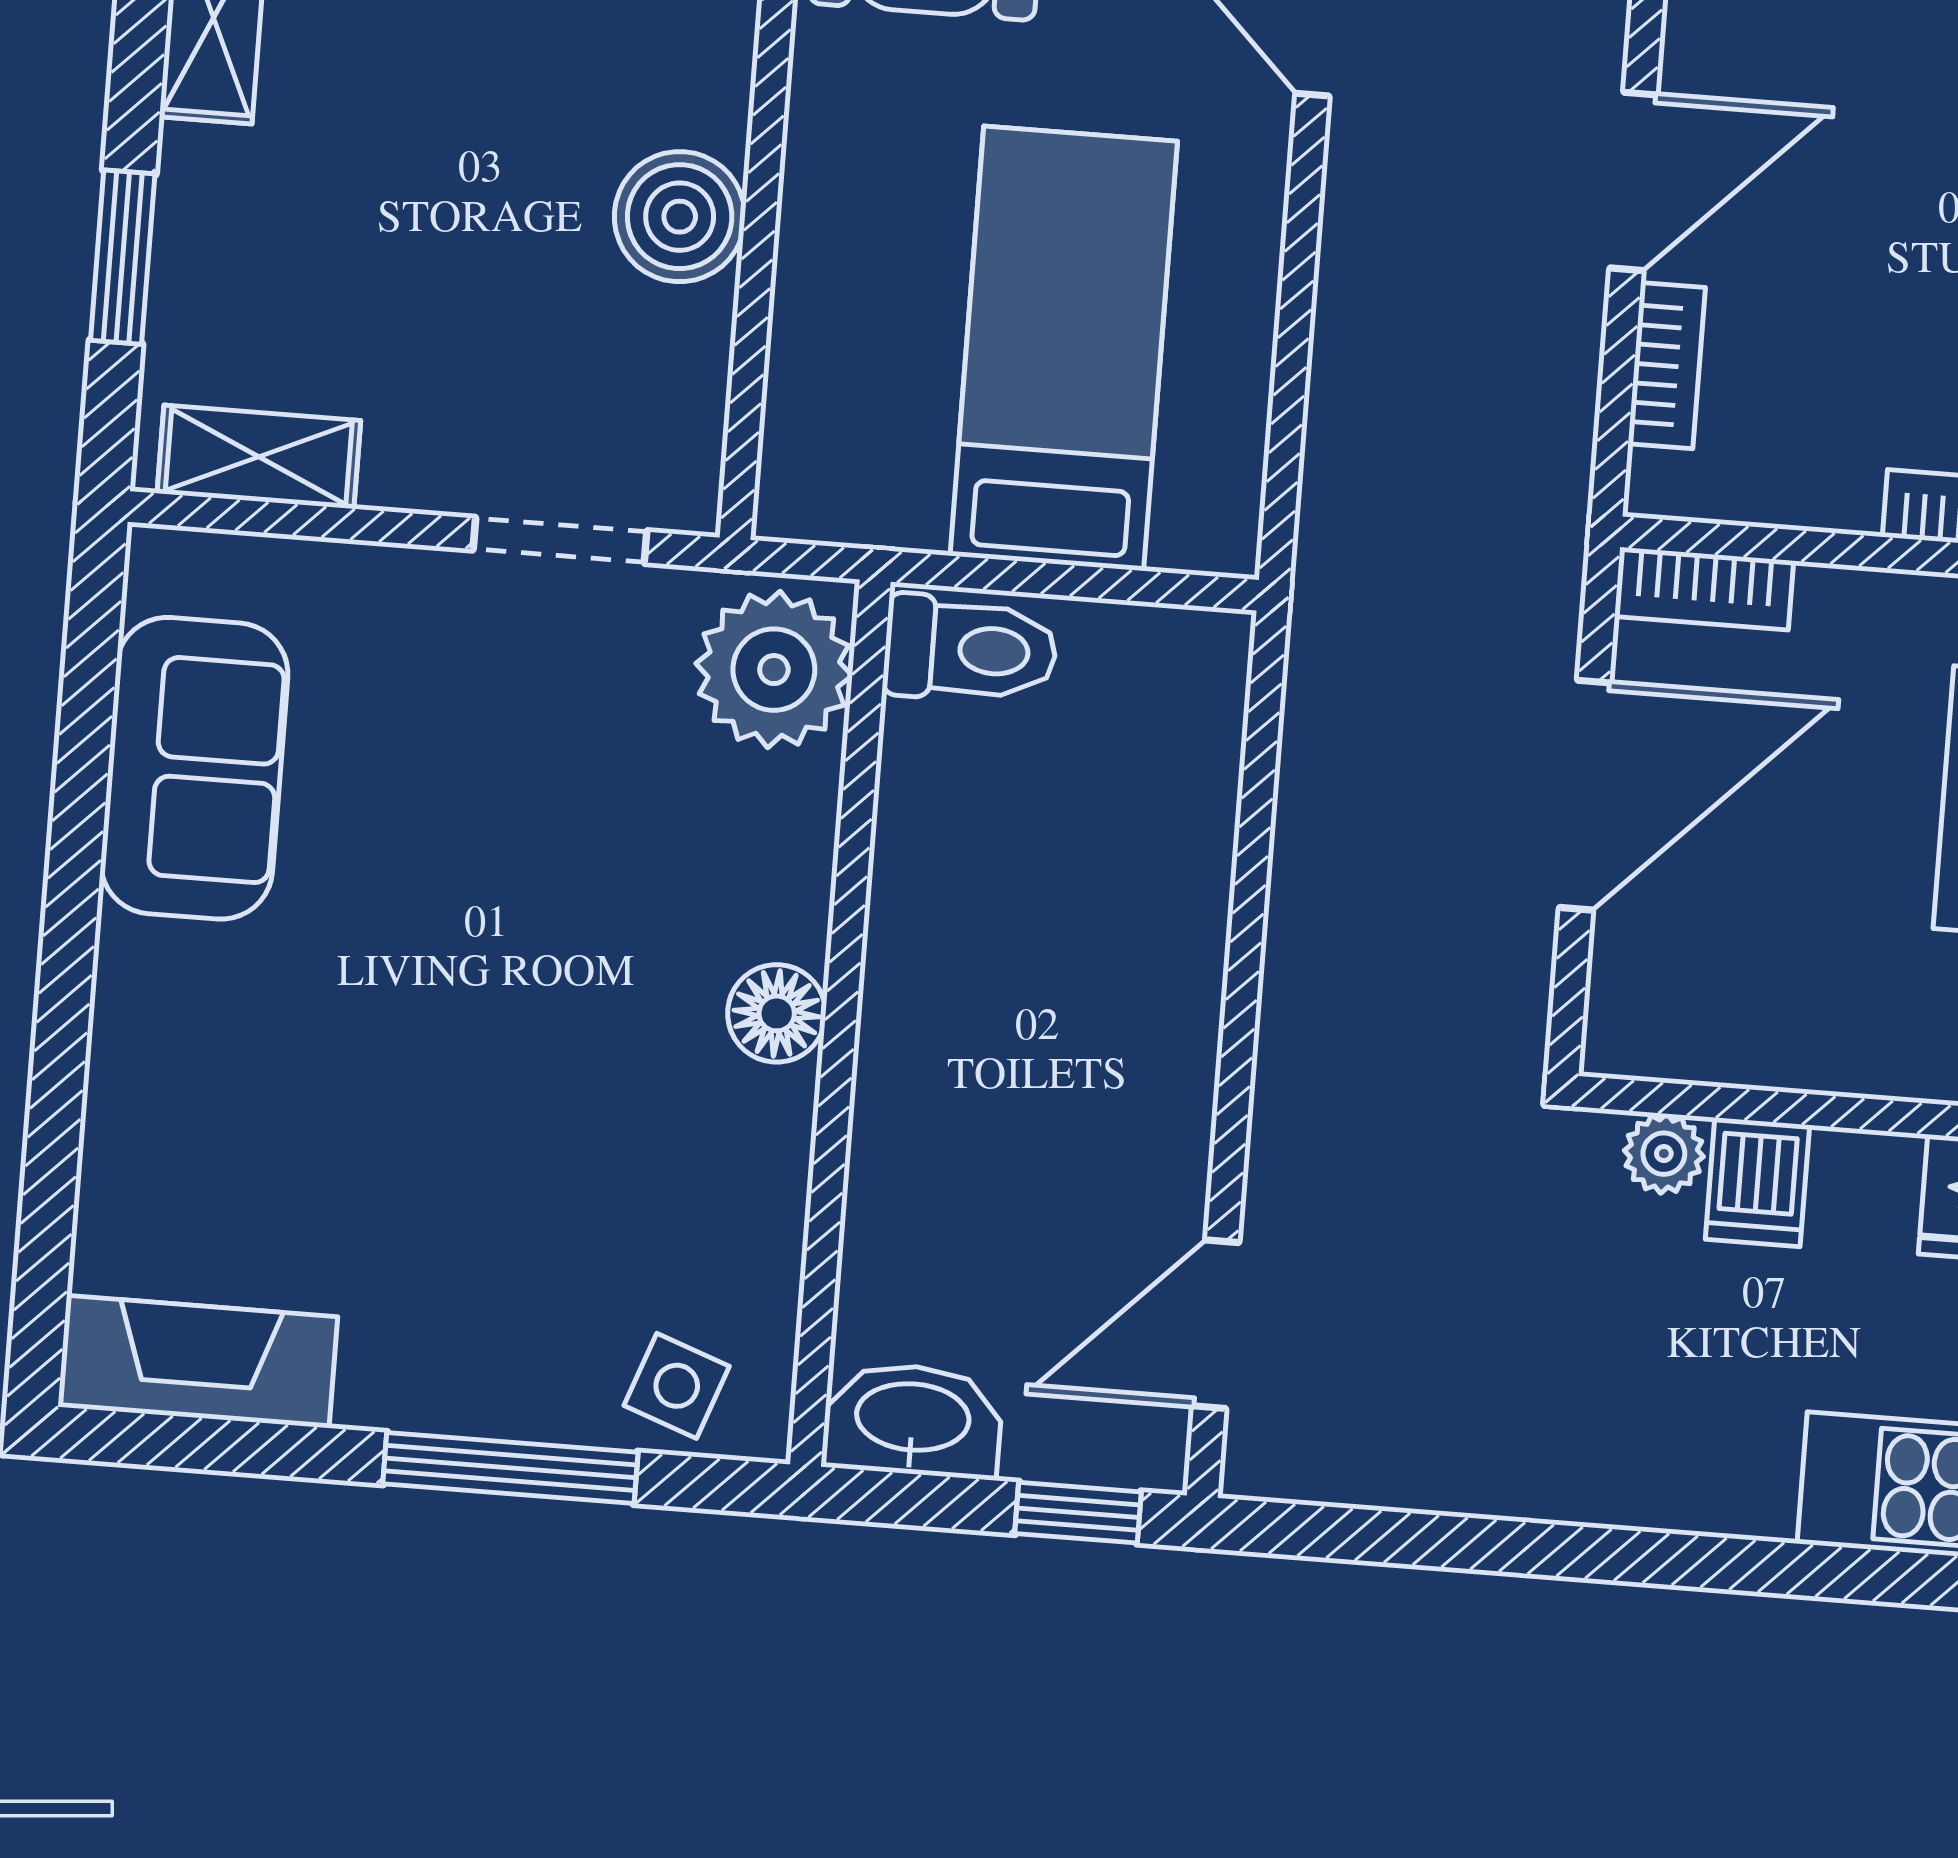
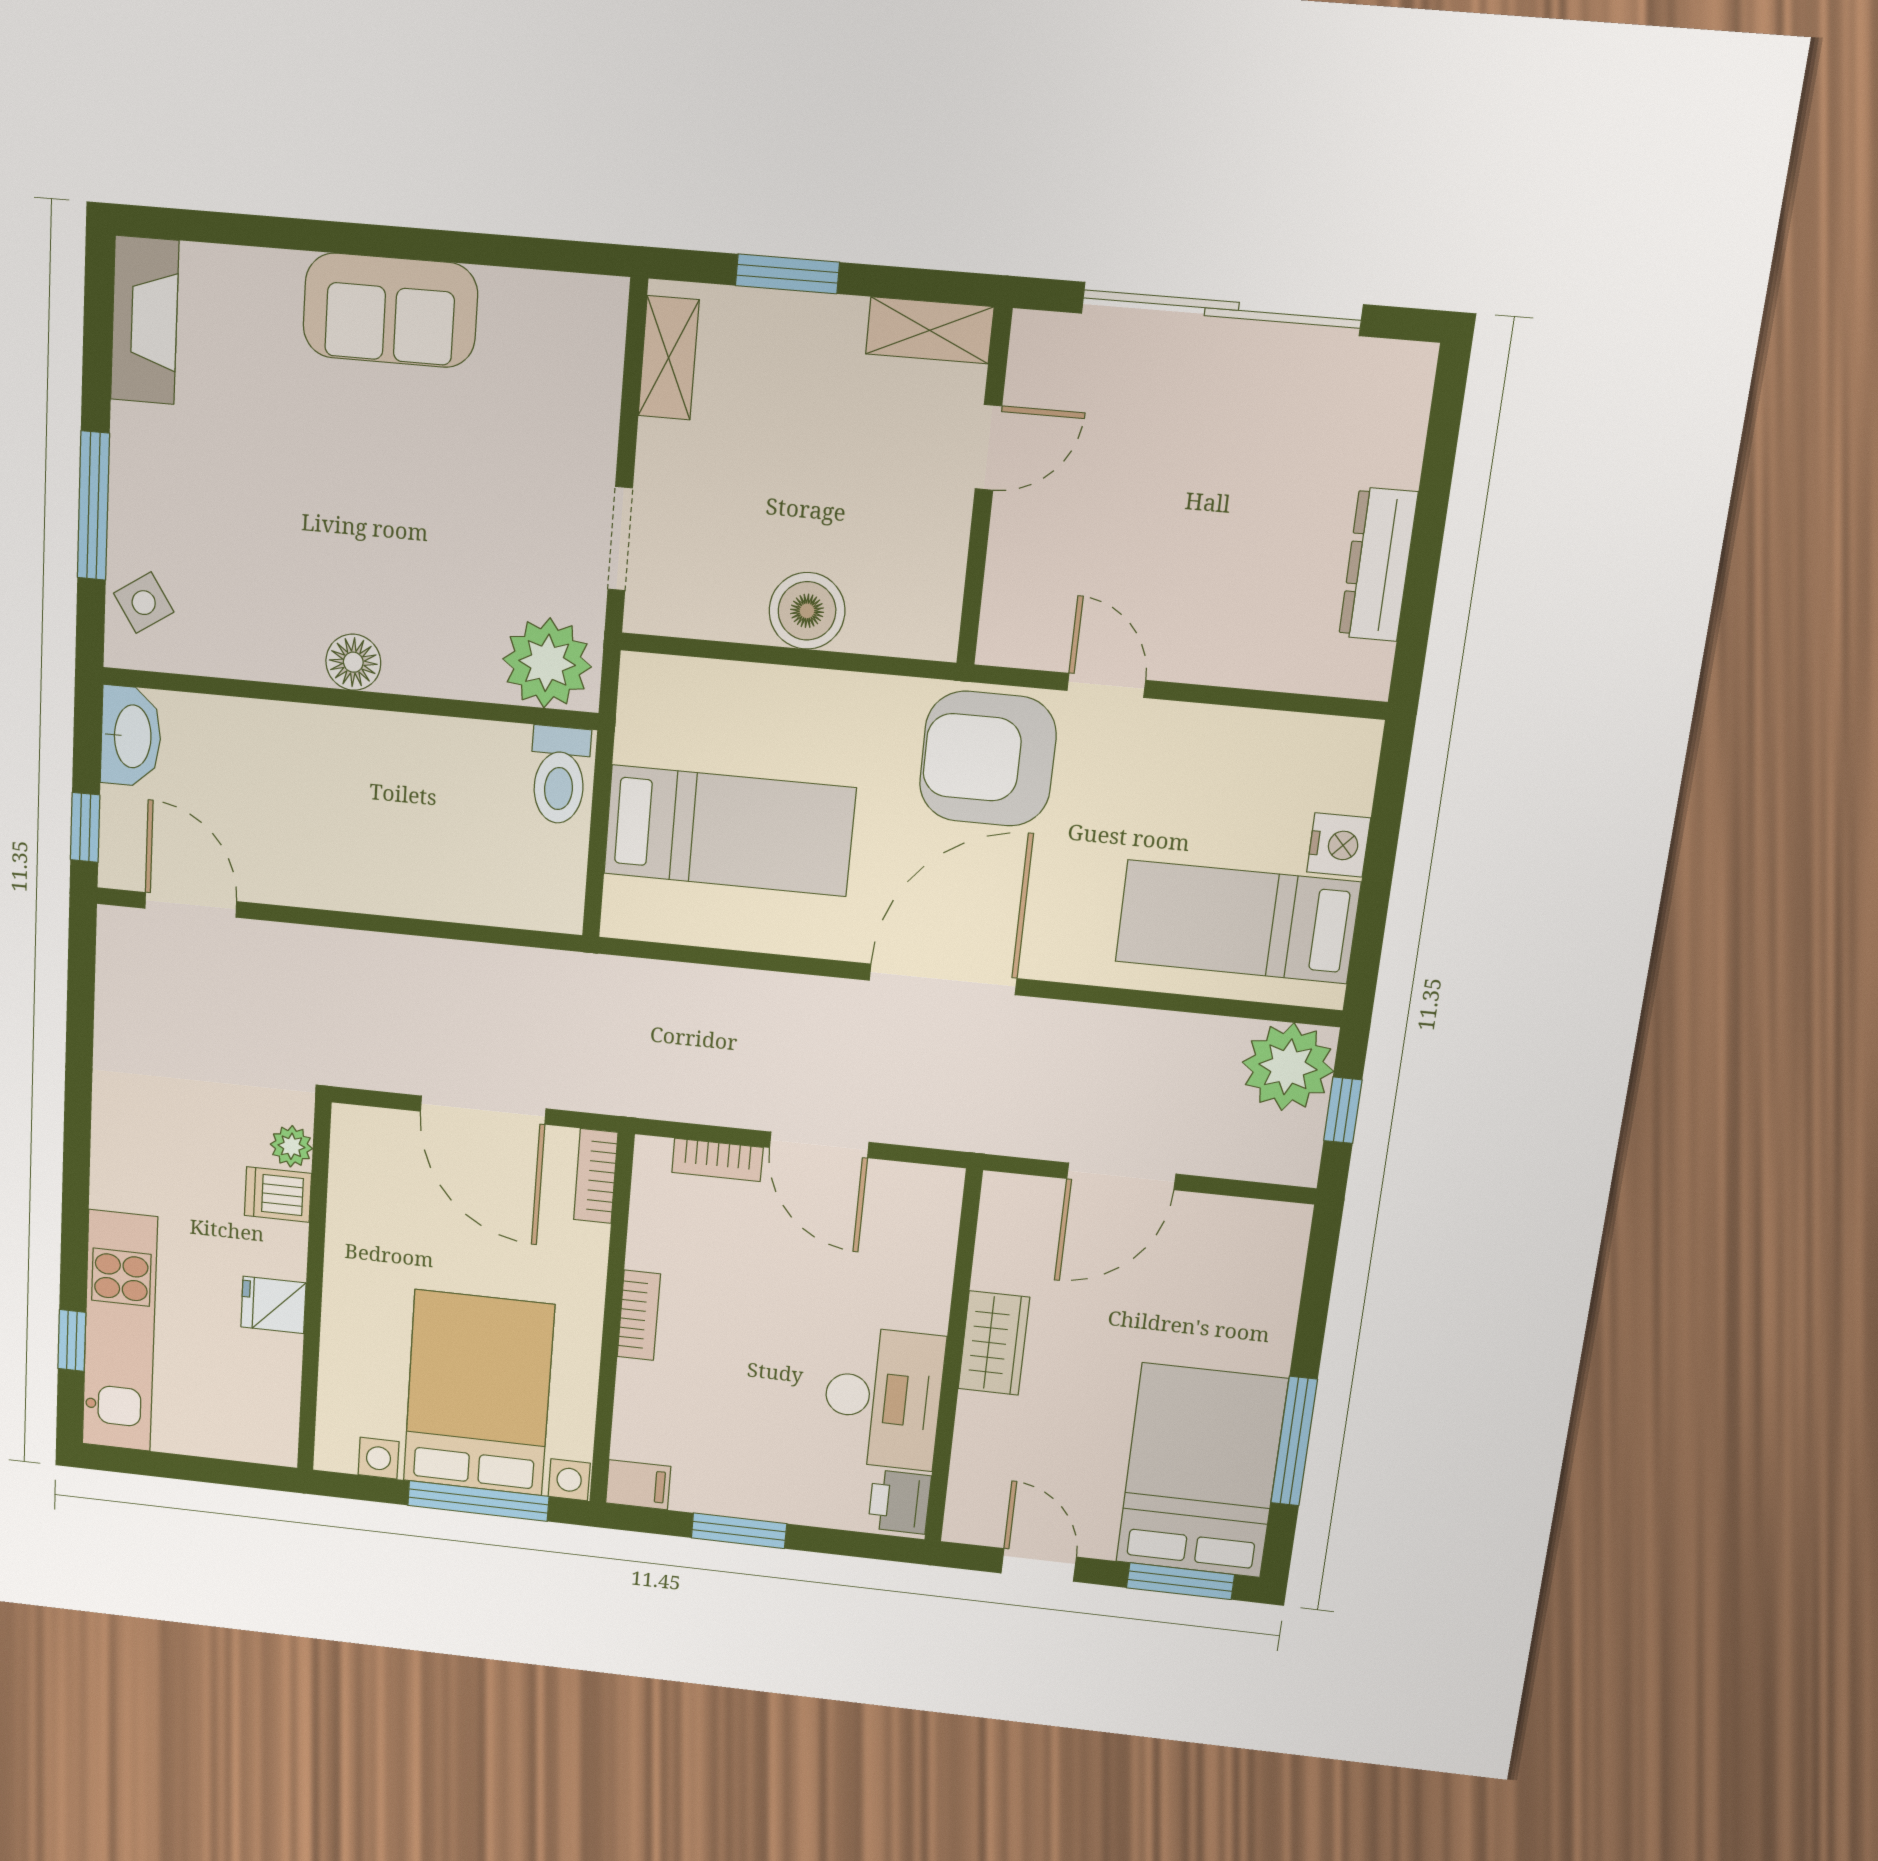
sofa: (194, 768) -> (390, 310), moved
side table: (677, 1386) -> (144, 603), turned 37

